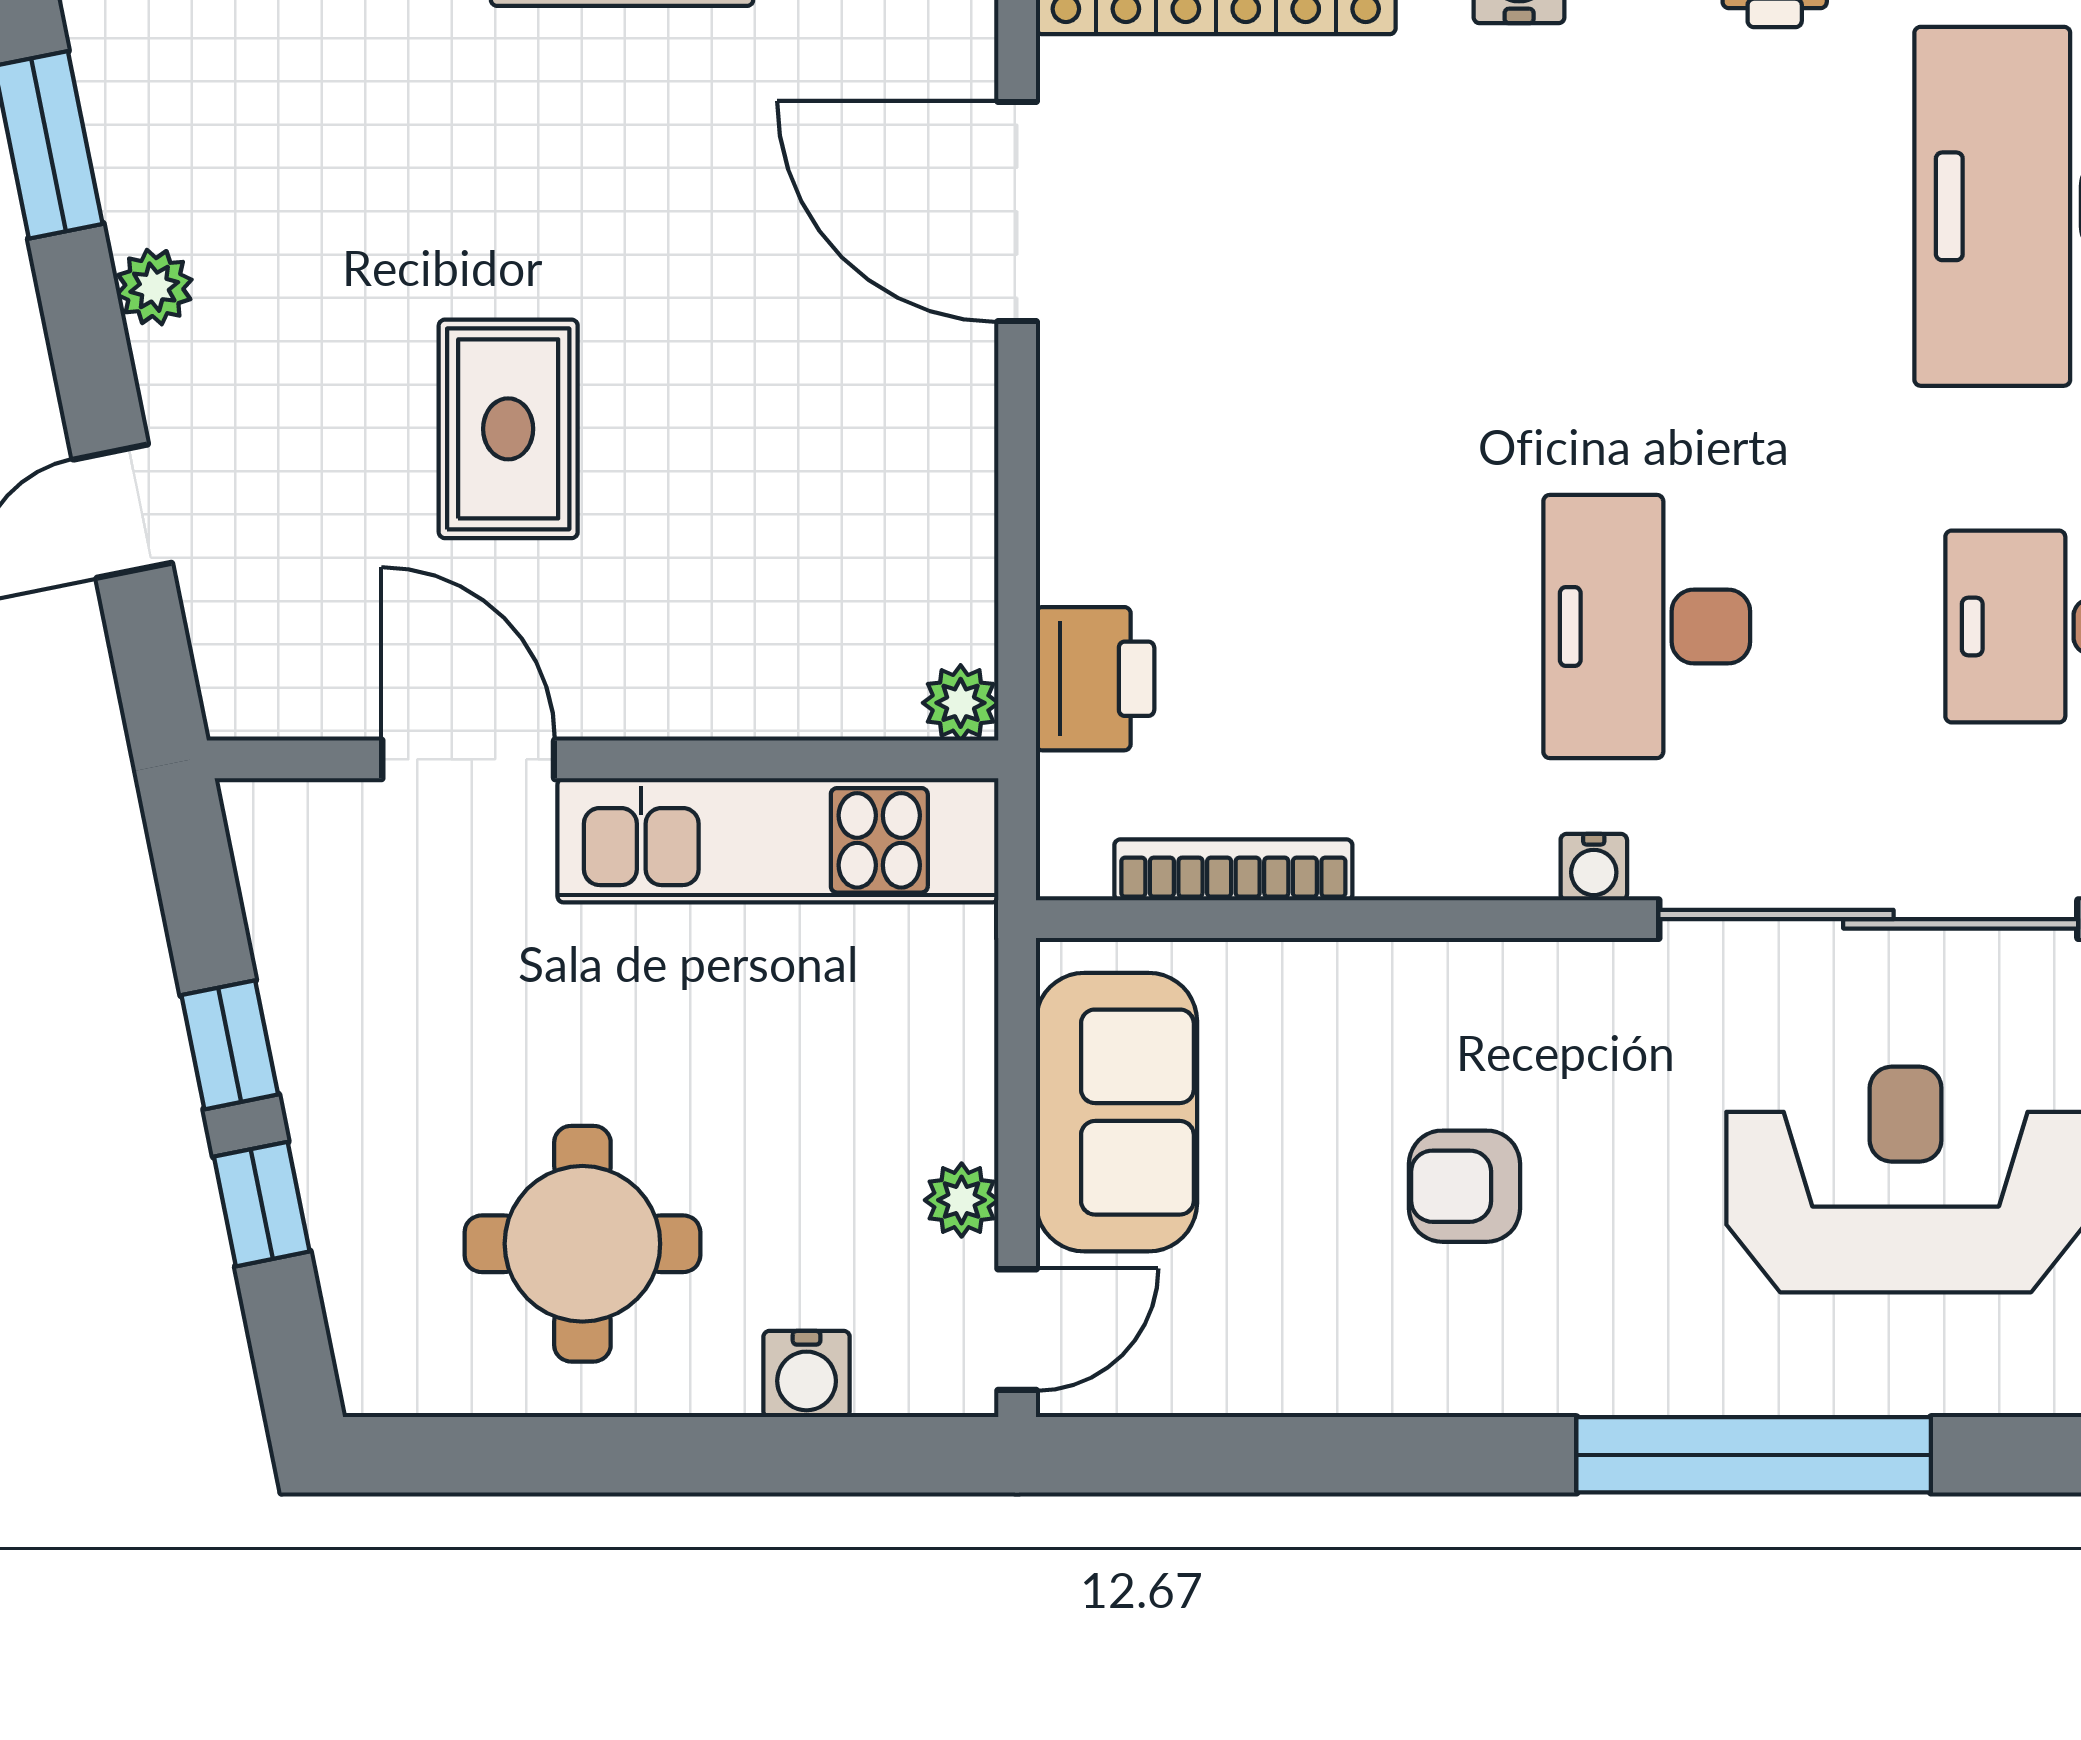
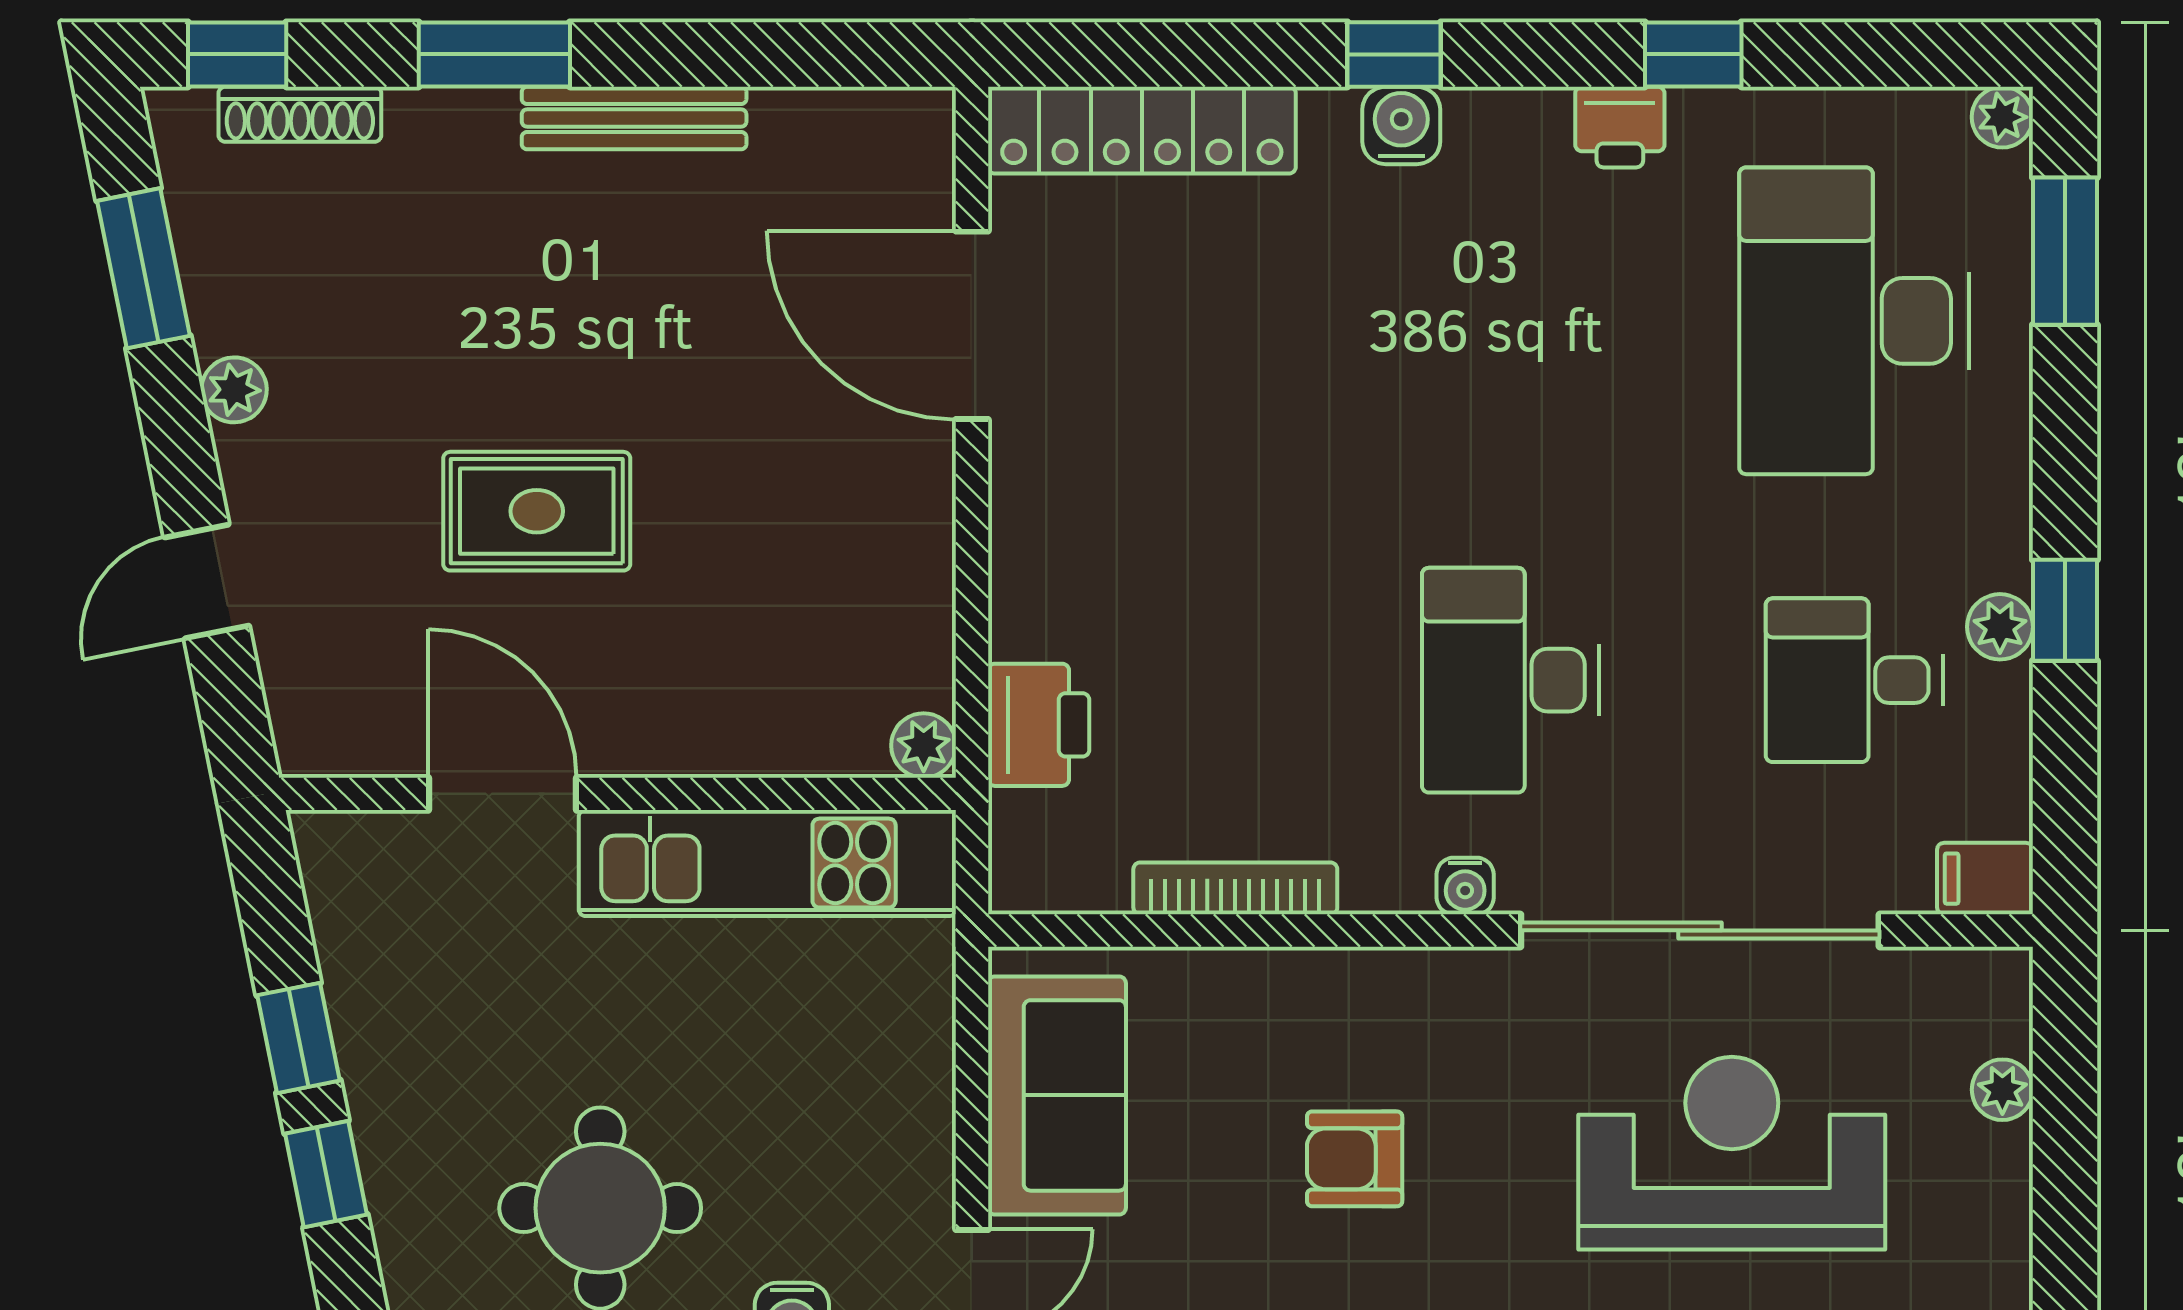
rug: (508, 429) -> (537, 511), turned 90
bookcase: (1233, 870) -> (1235, 888), moved
plant: (962, 1200) -> (924, 1171), removed

